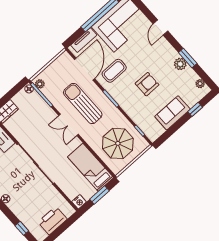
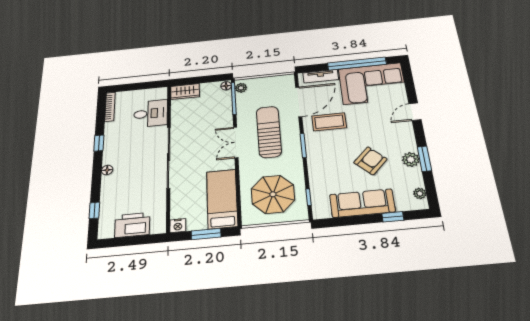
armchair: (147, 84) -> (370, 161), moved, turned -46
sofa: (172, 113) -> (362, 203), width x1.36

